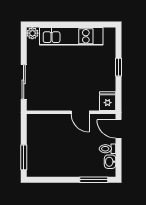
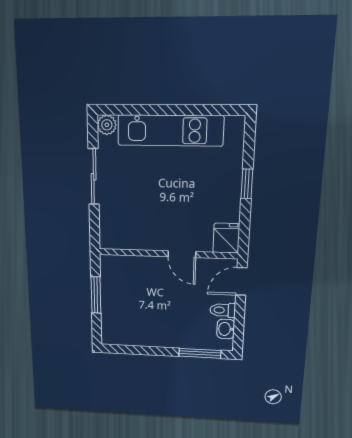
sliding door: (24, 82) -> (94, 177), moved
door: (118, 129) -> (241, 281), hinge flipped
window: (24, 157) -> (96, 295), moved

